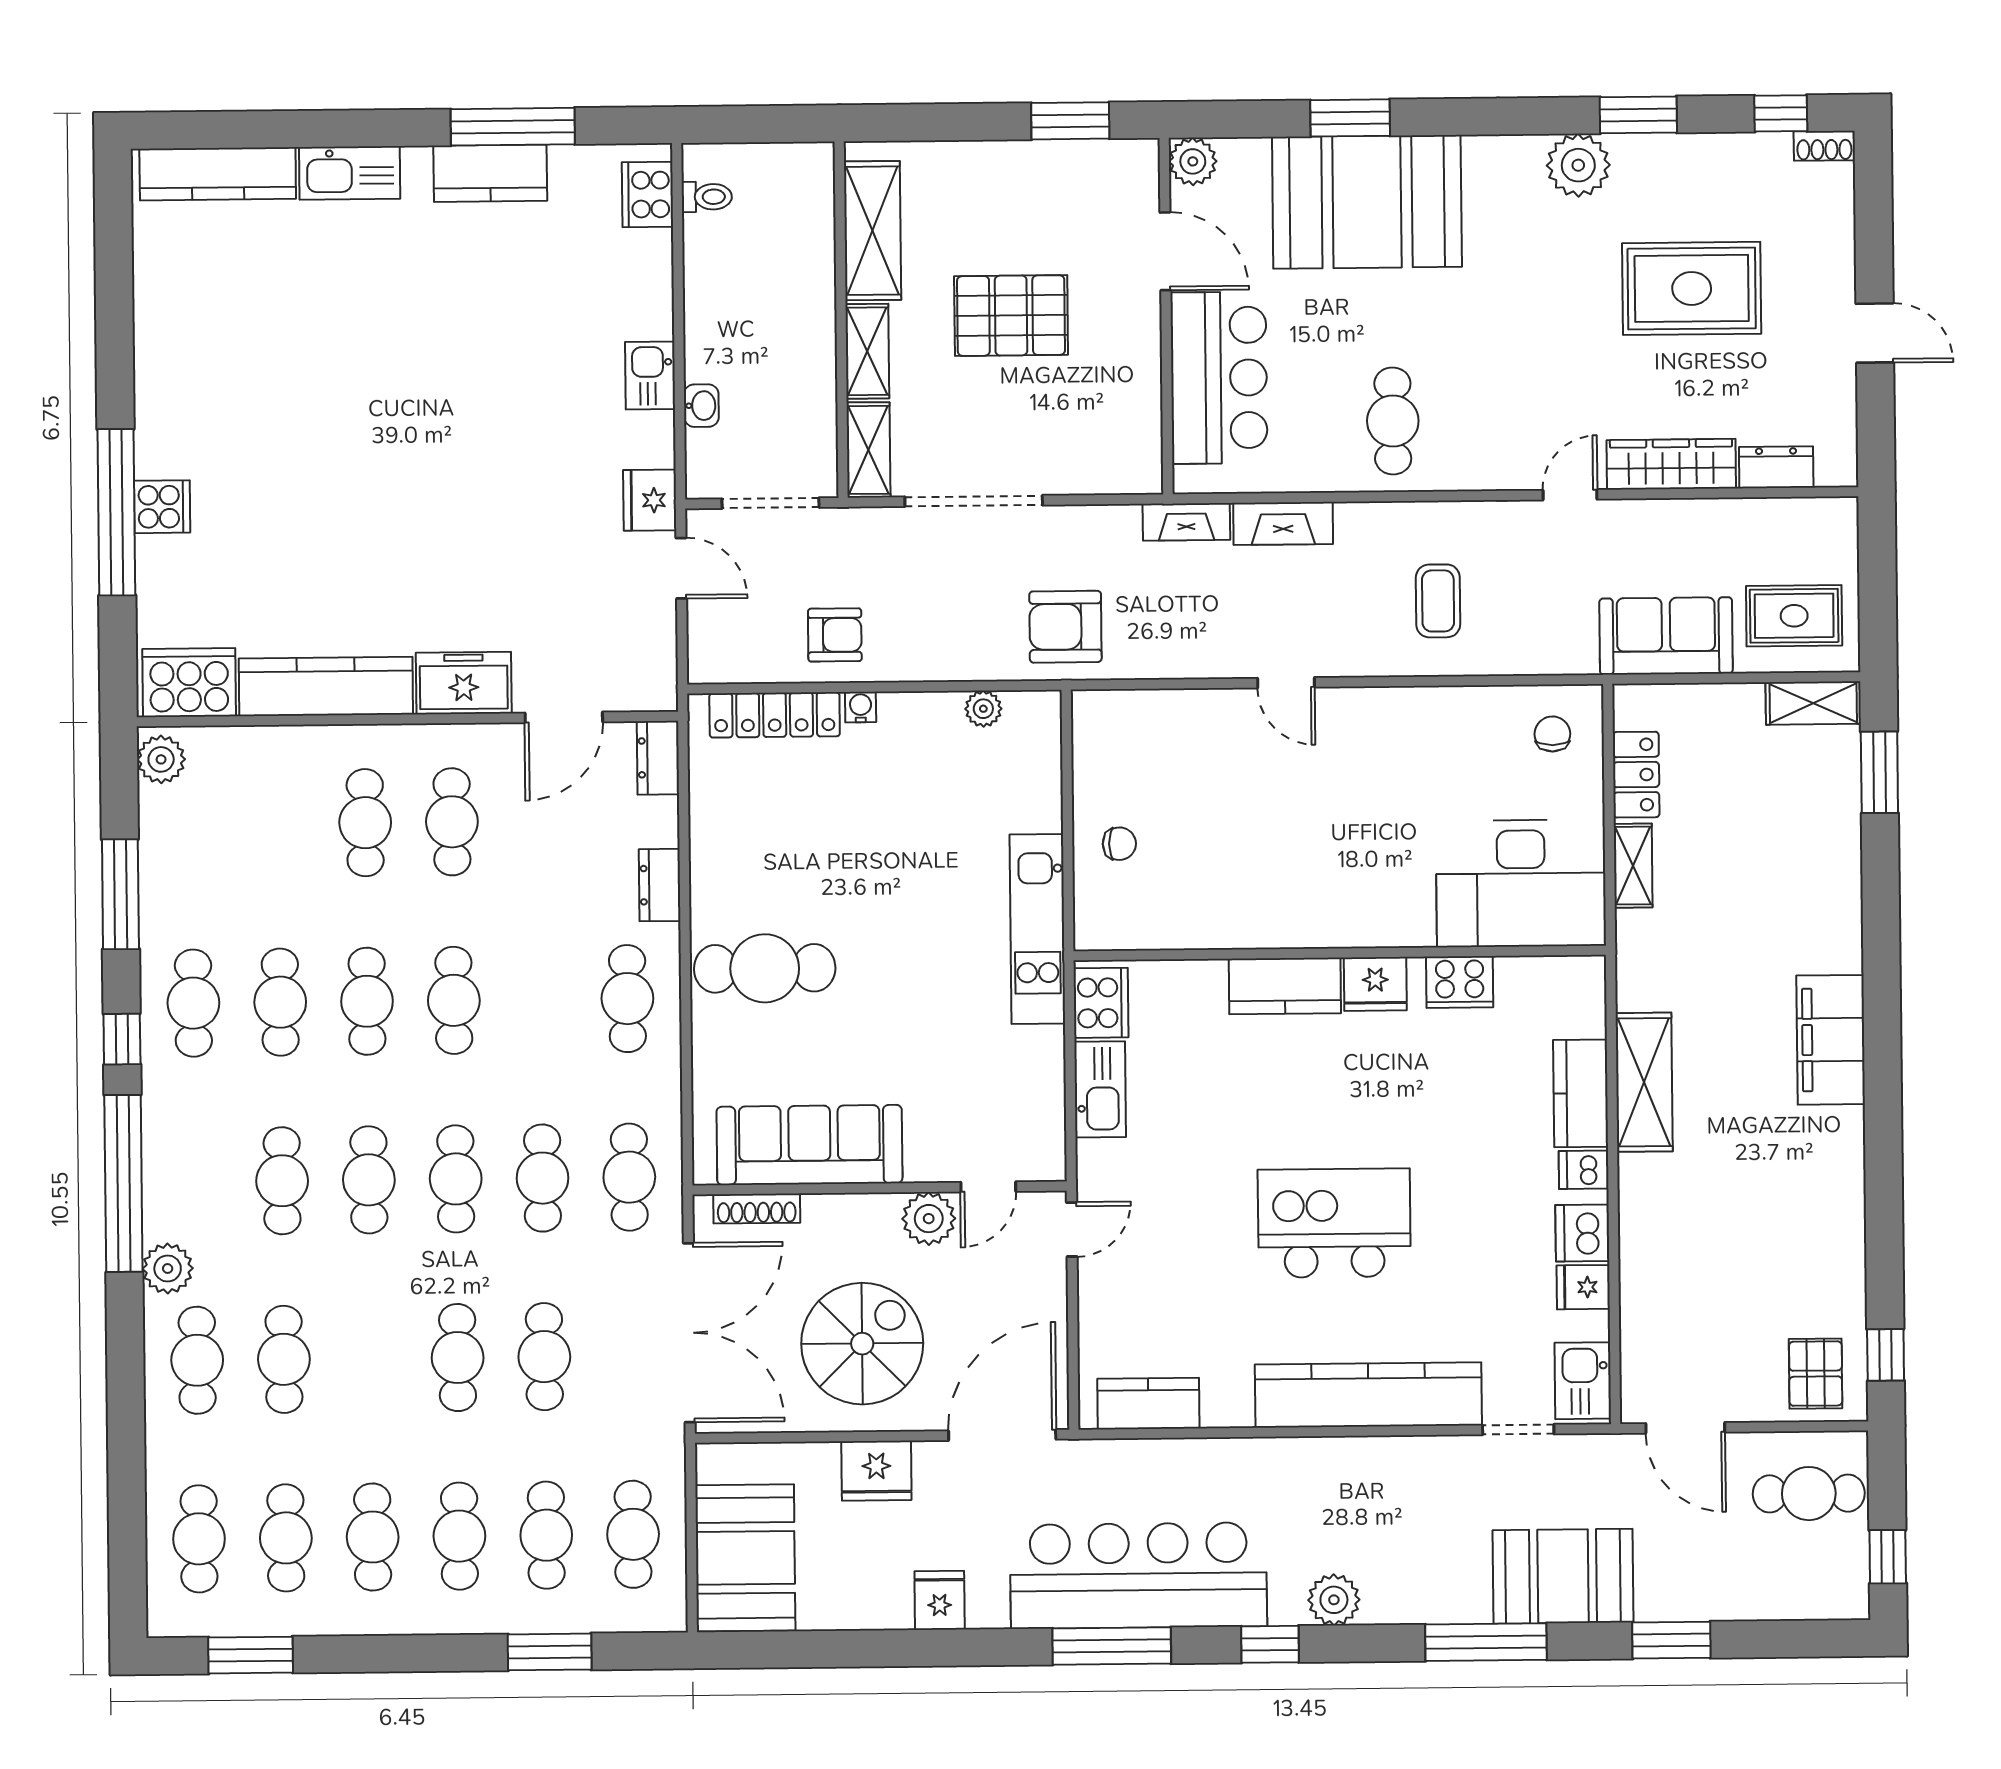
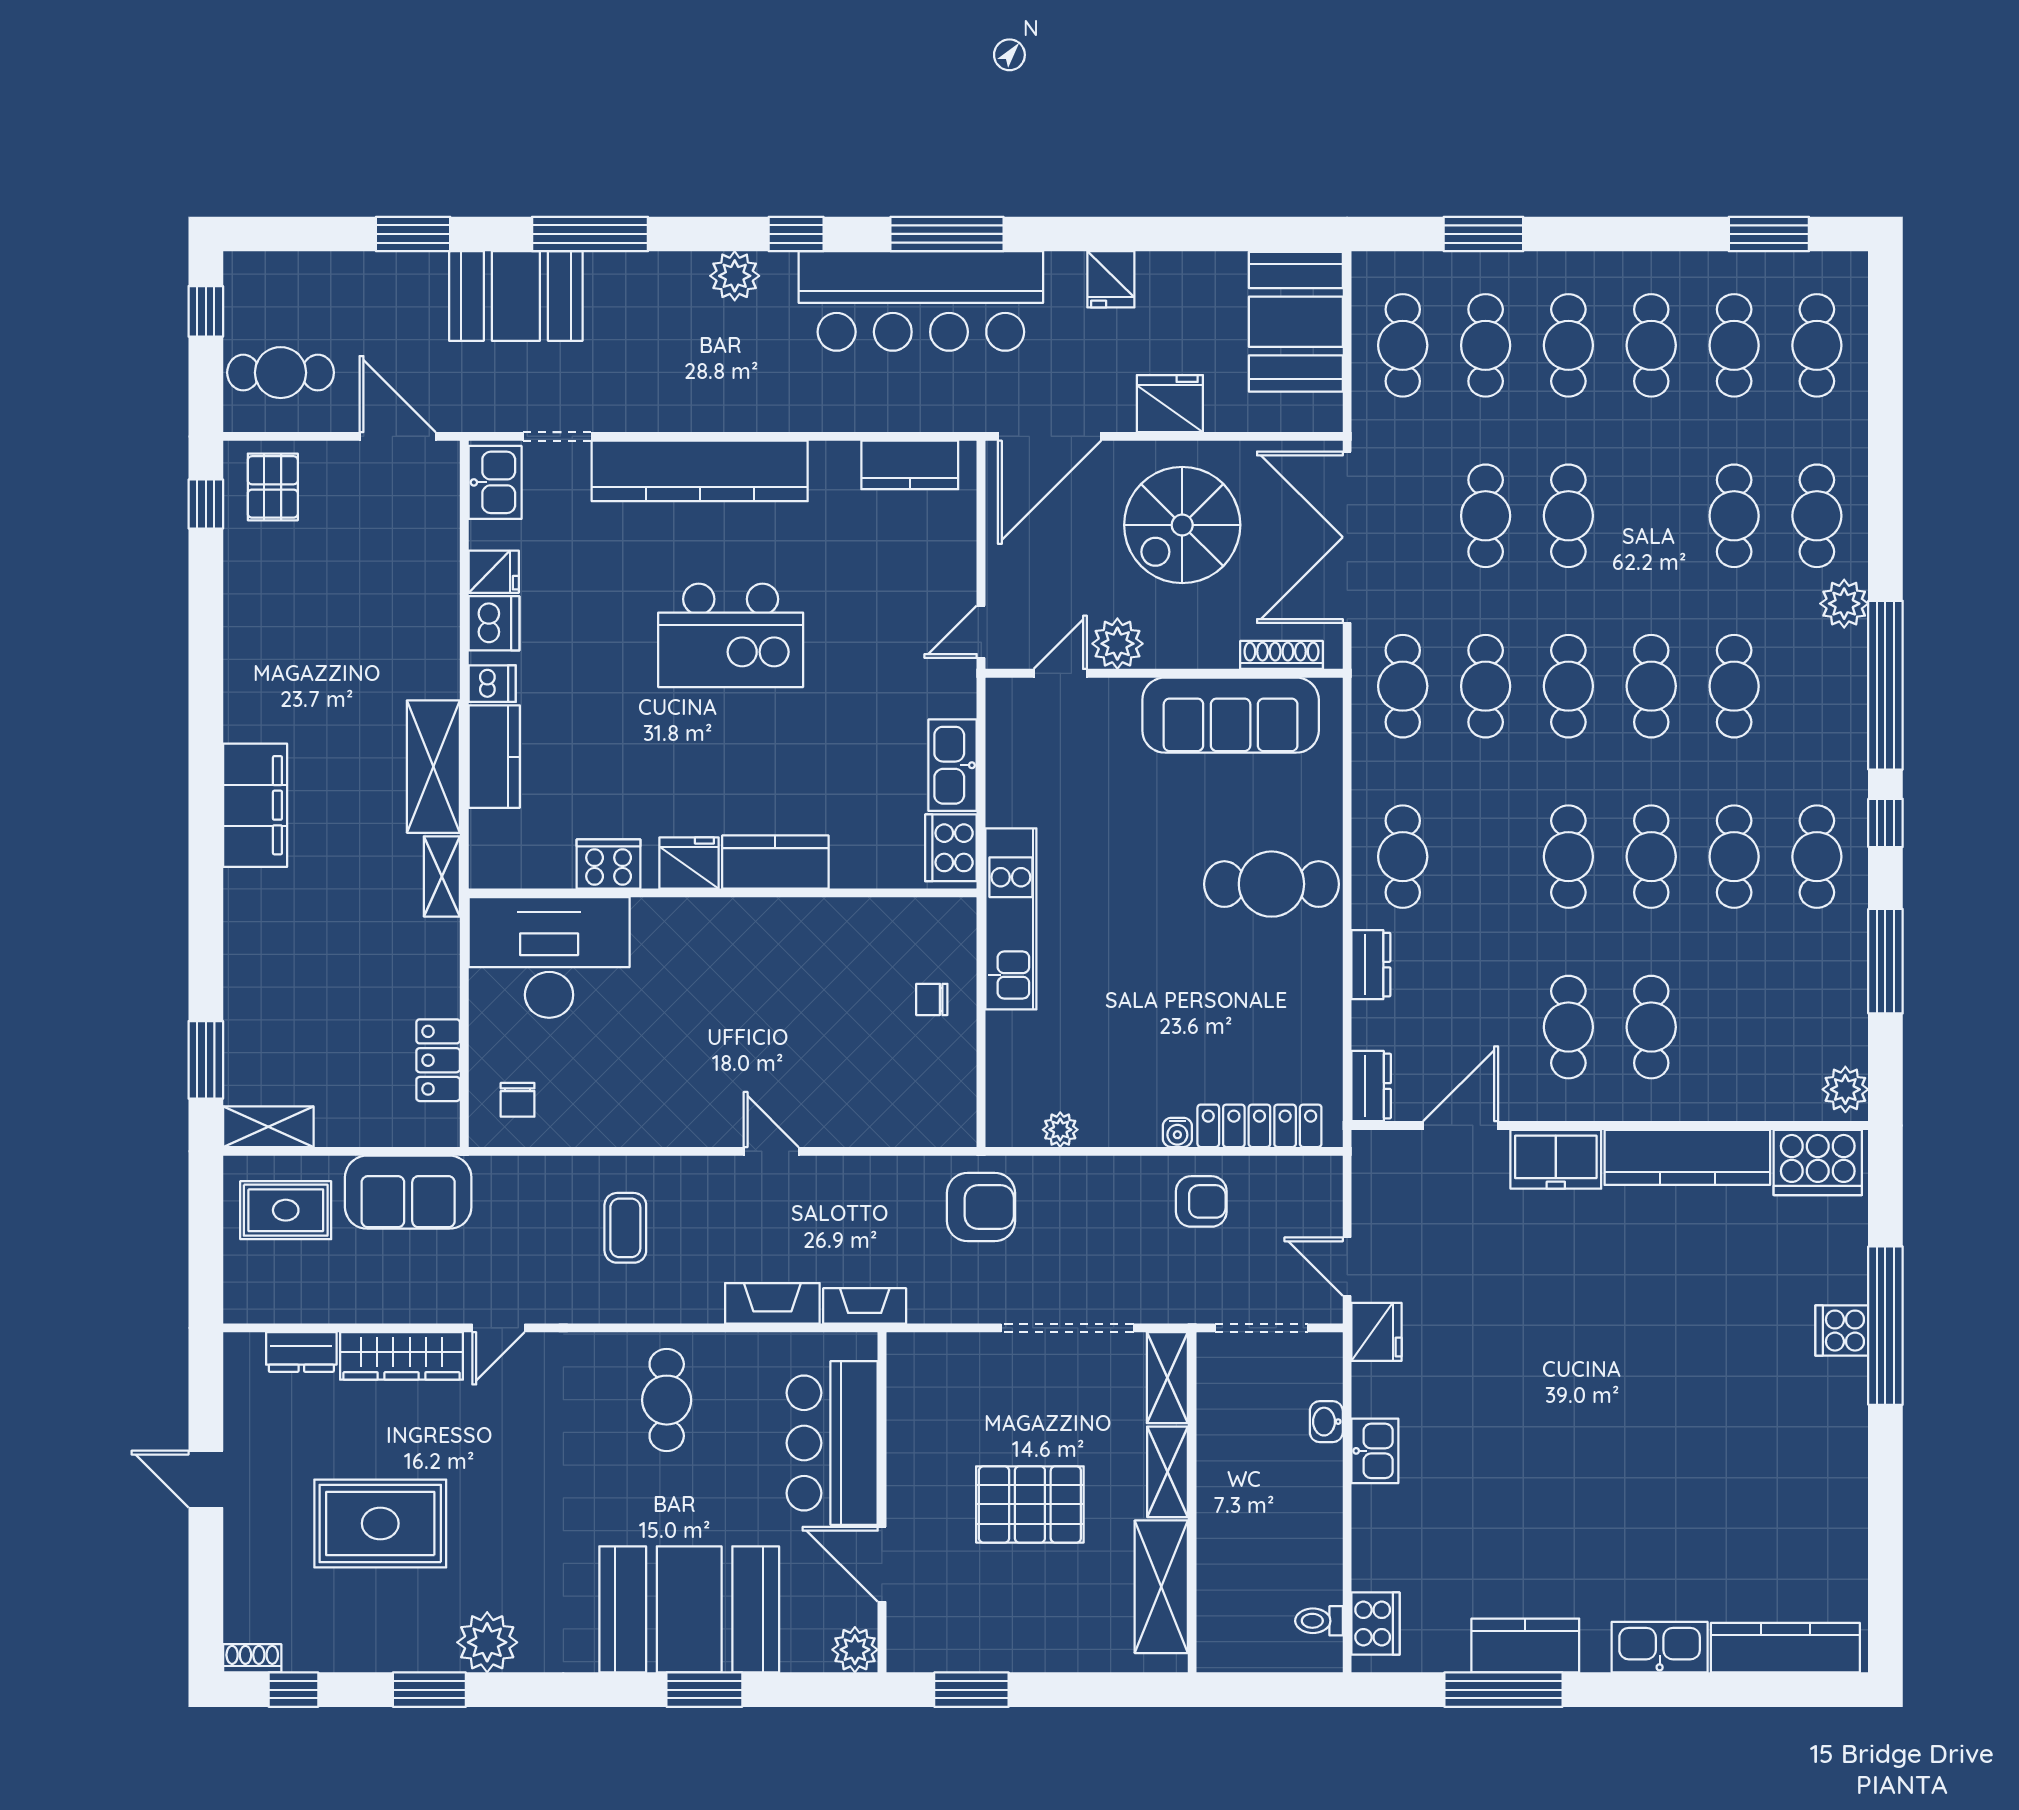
armchair: (835, 635) -> (1201, 1201), turned 180
shelving: (1633, 866) -> (442, 876), moved

